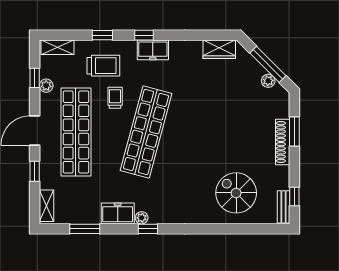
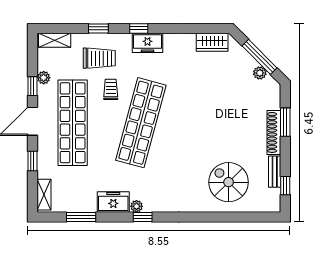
window: (35, 78) -> (32, 86), moved
bench: (283, 207) -> (275, 172), moved

